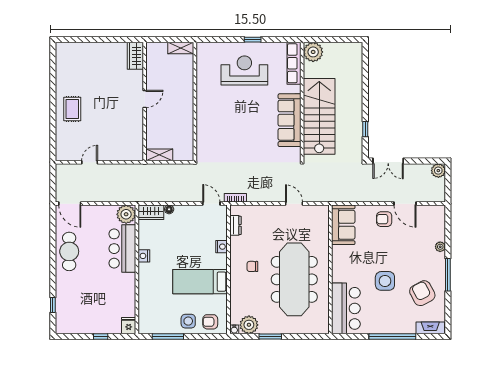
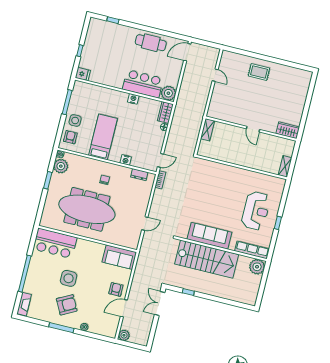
plant: (438, 171) -> (124, 335), moved
armchair: (422, 293) -> (67, 305), moved

